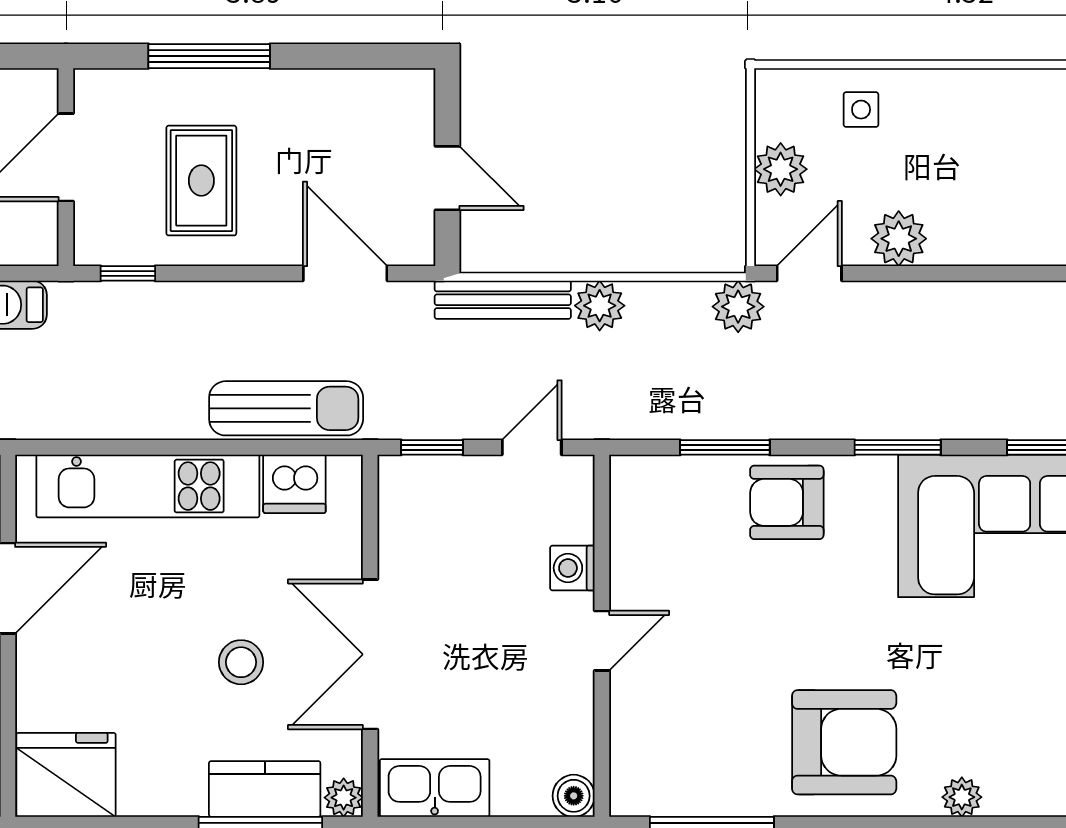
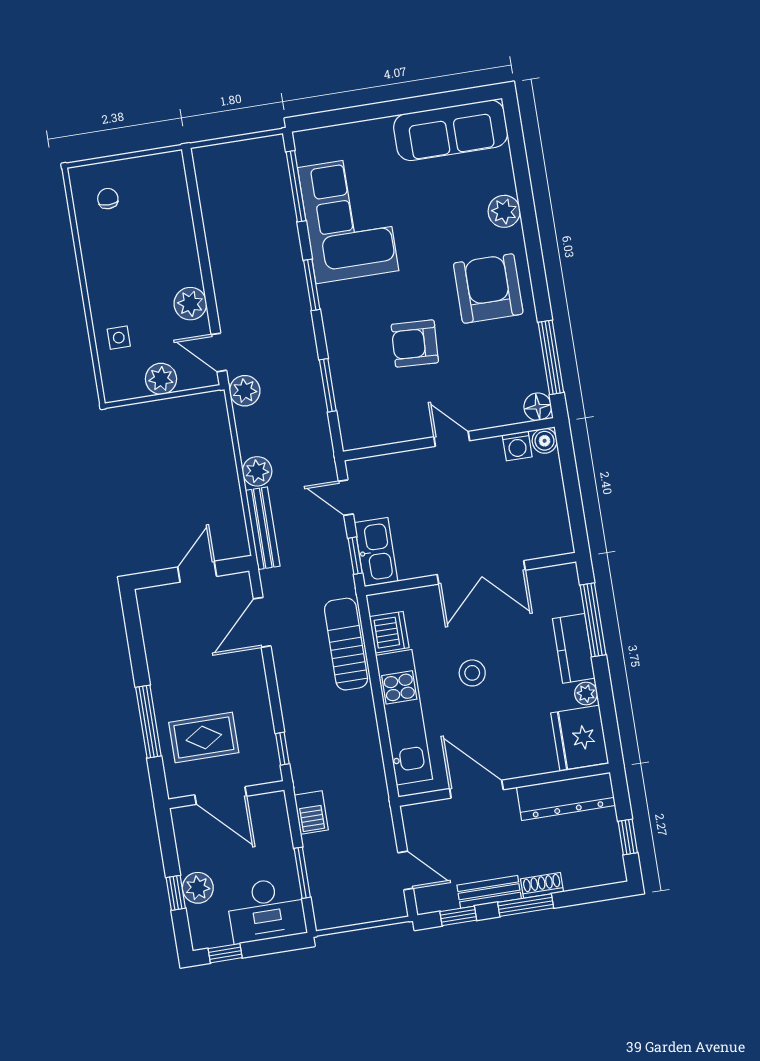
rug: (201, 181) -> (204, 738), moved
armchair: (787, 502) -> (415, 343), moved, turned 93
washing machine: (572, 568) -> (517, 446), moved
stool: (241, 662) -> (472, 673), moved
kitchen sink: (435, 788) -> (376, 552), moved, turned 180
kitchen counter: (265, 789) -> (574, 648), moved
floor lamp: (633, 793) -> (538, 407), added
plant: (962, 797) -> (504, 211), width x1.38, depth x1.38
plant: (344, 798) -> (586, 693), moved

